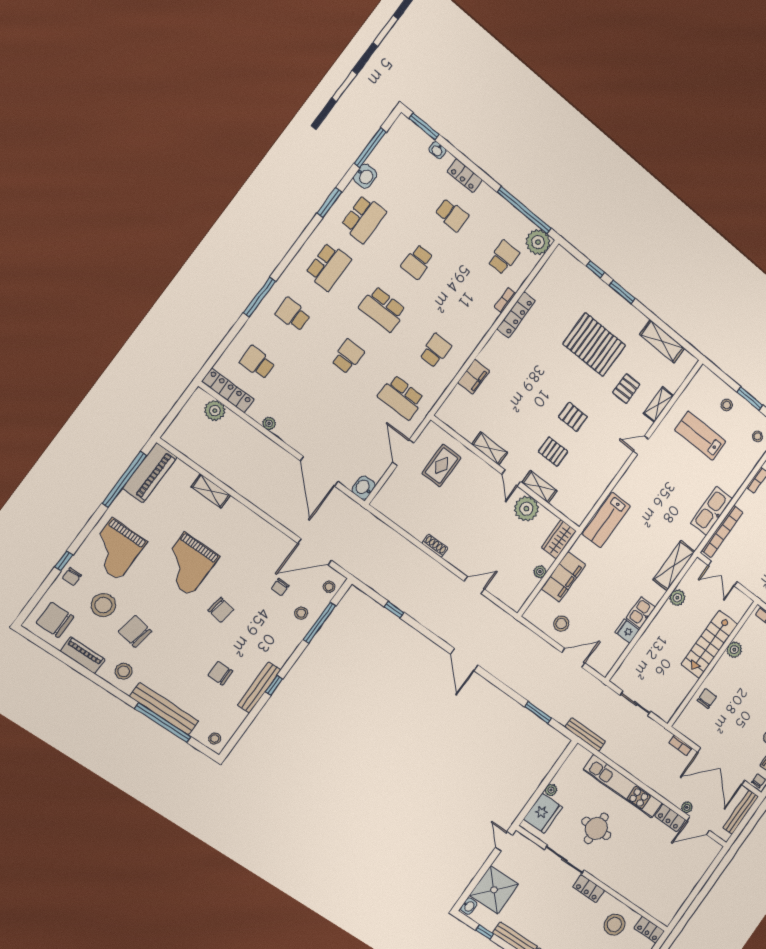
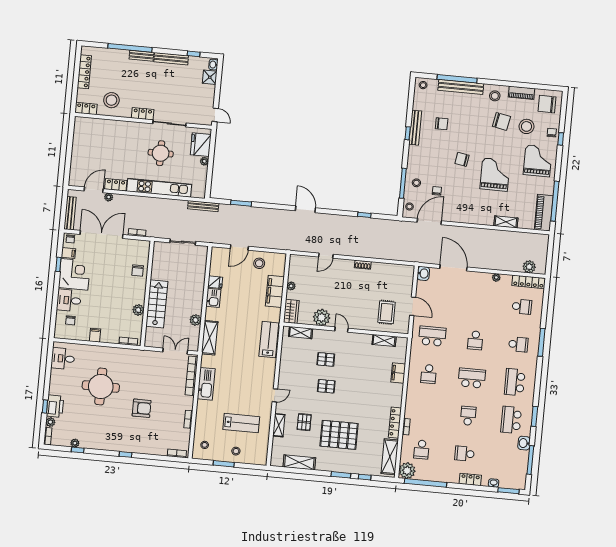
shelving: (549, 275) -> (390, 457), added
shelving: (490, 448) -> (384, 340), moved
shelving: (539, 487) -> (301, 333), moved
chair: (55, 620) -> (547, 104), turned 180
shower: (494, 890) -> (210, 77), width x0.54, depth x0.54

